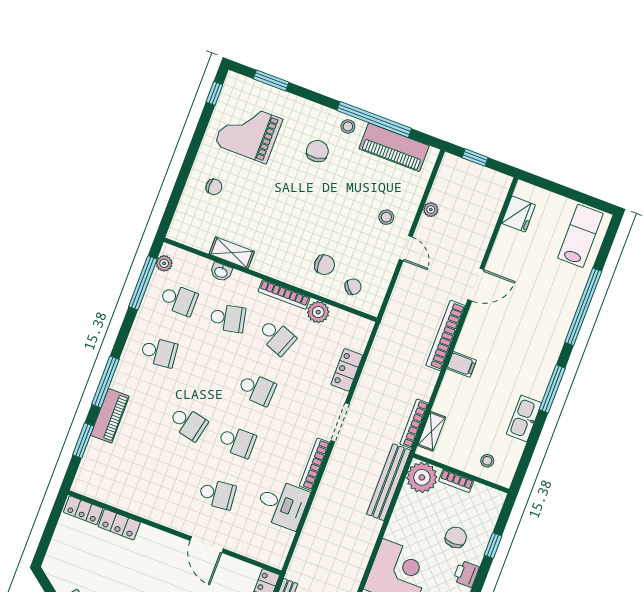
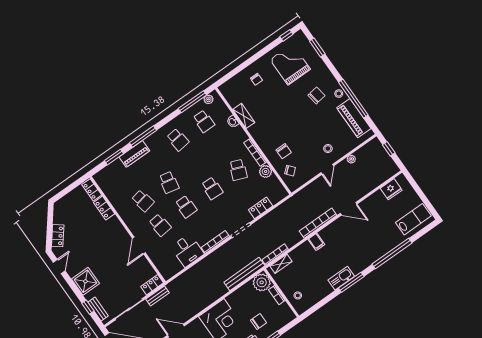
school desk: (228, 318) -> (143, 201), moved
kitchen sink: (524, 418) -> (341, 278), moved

